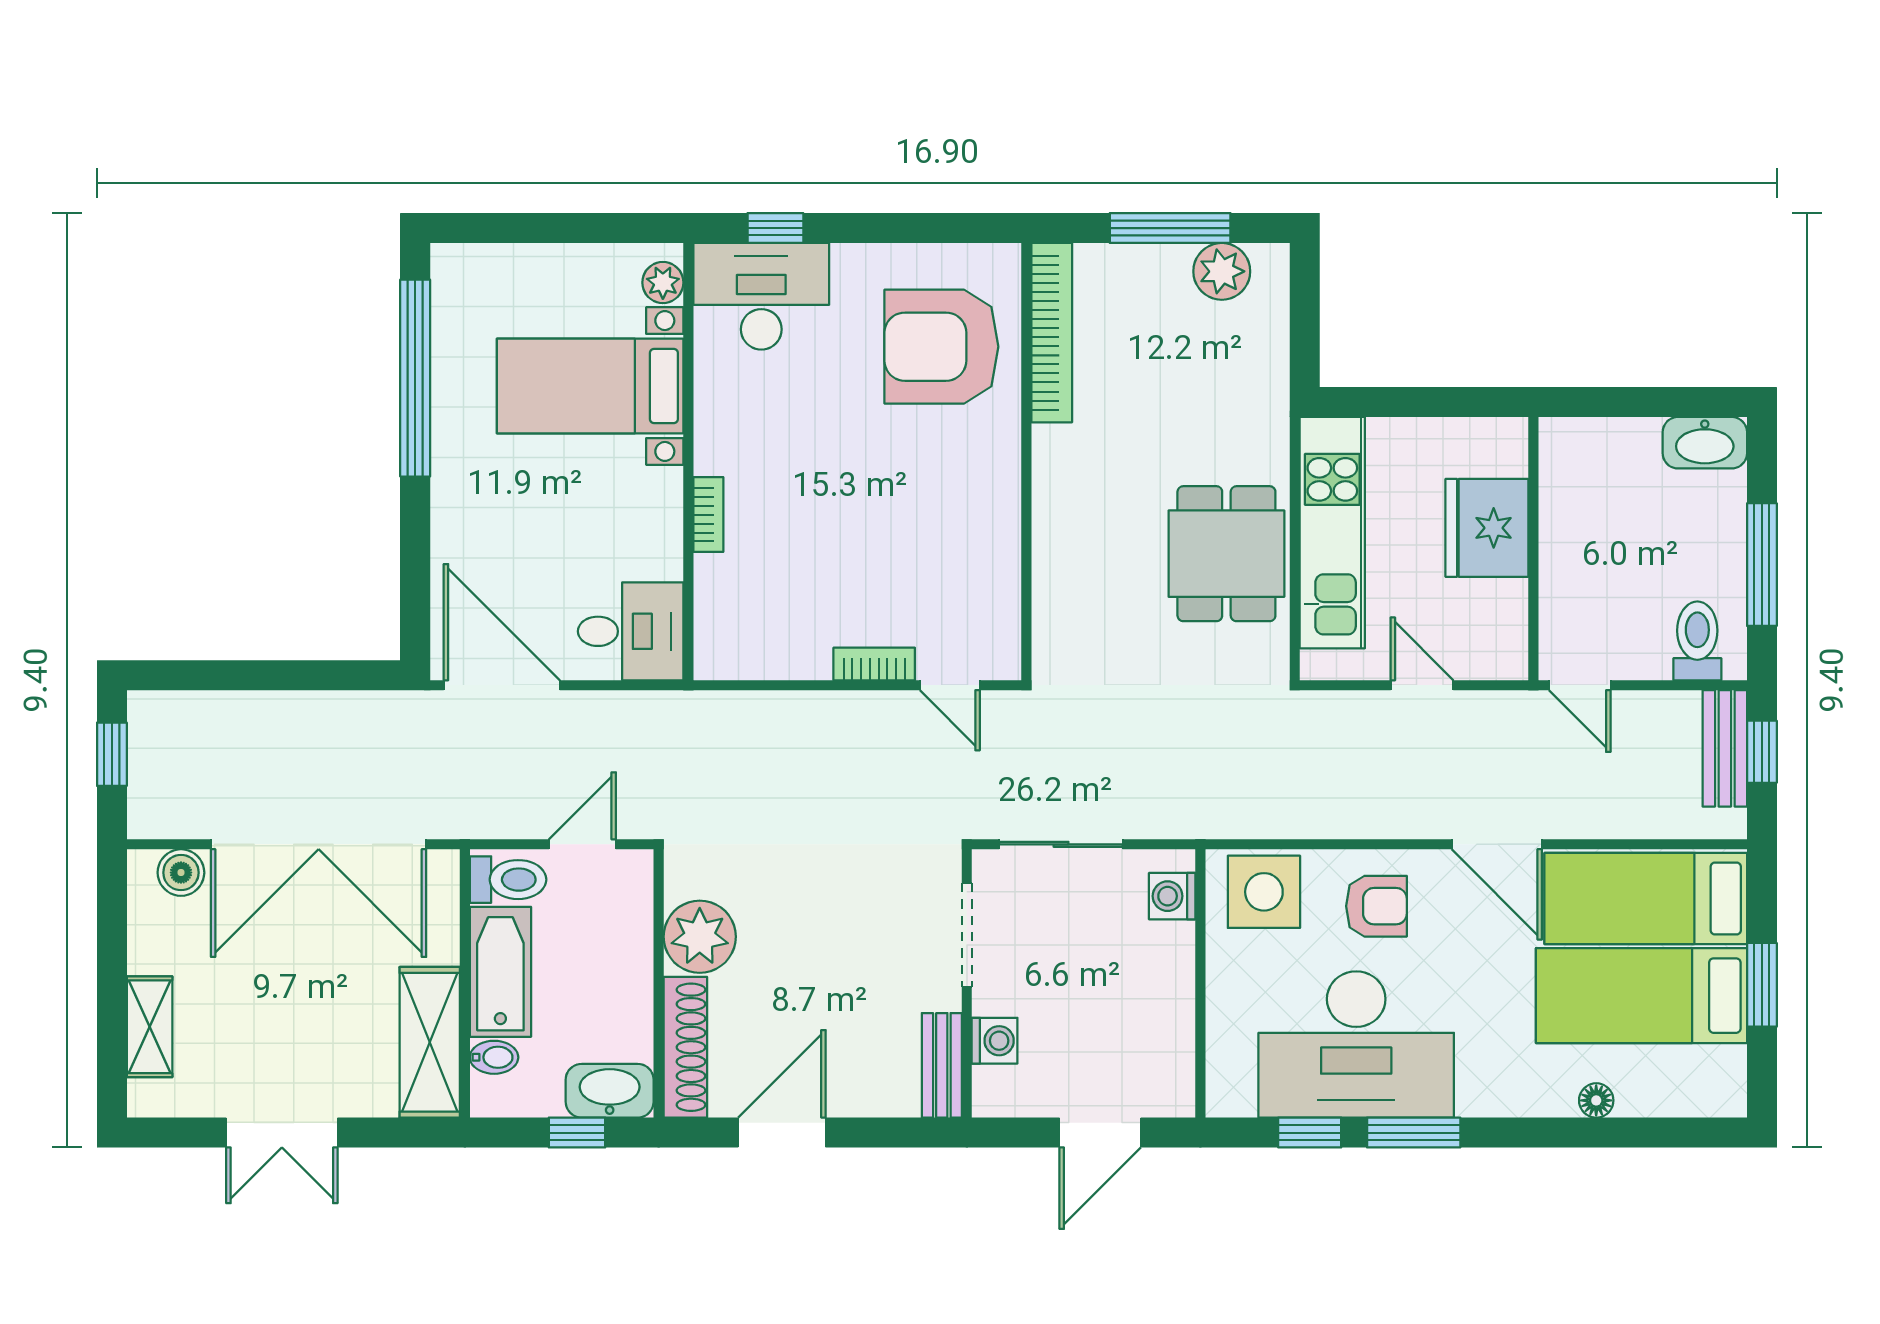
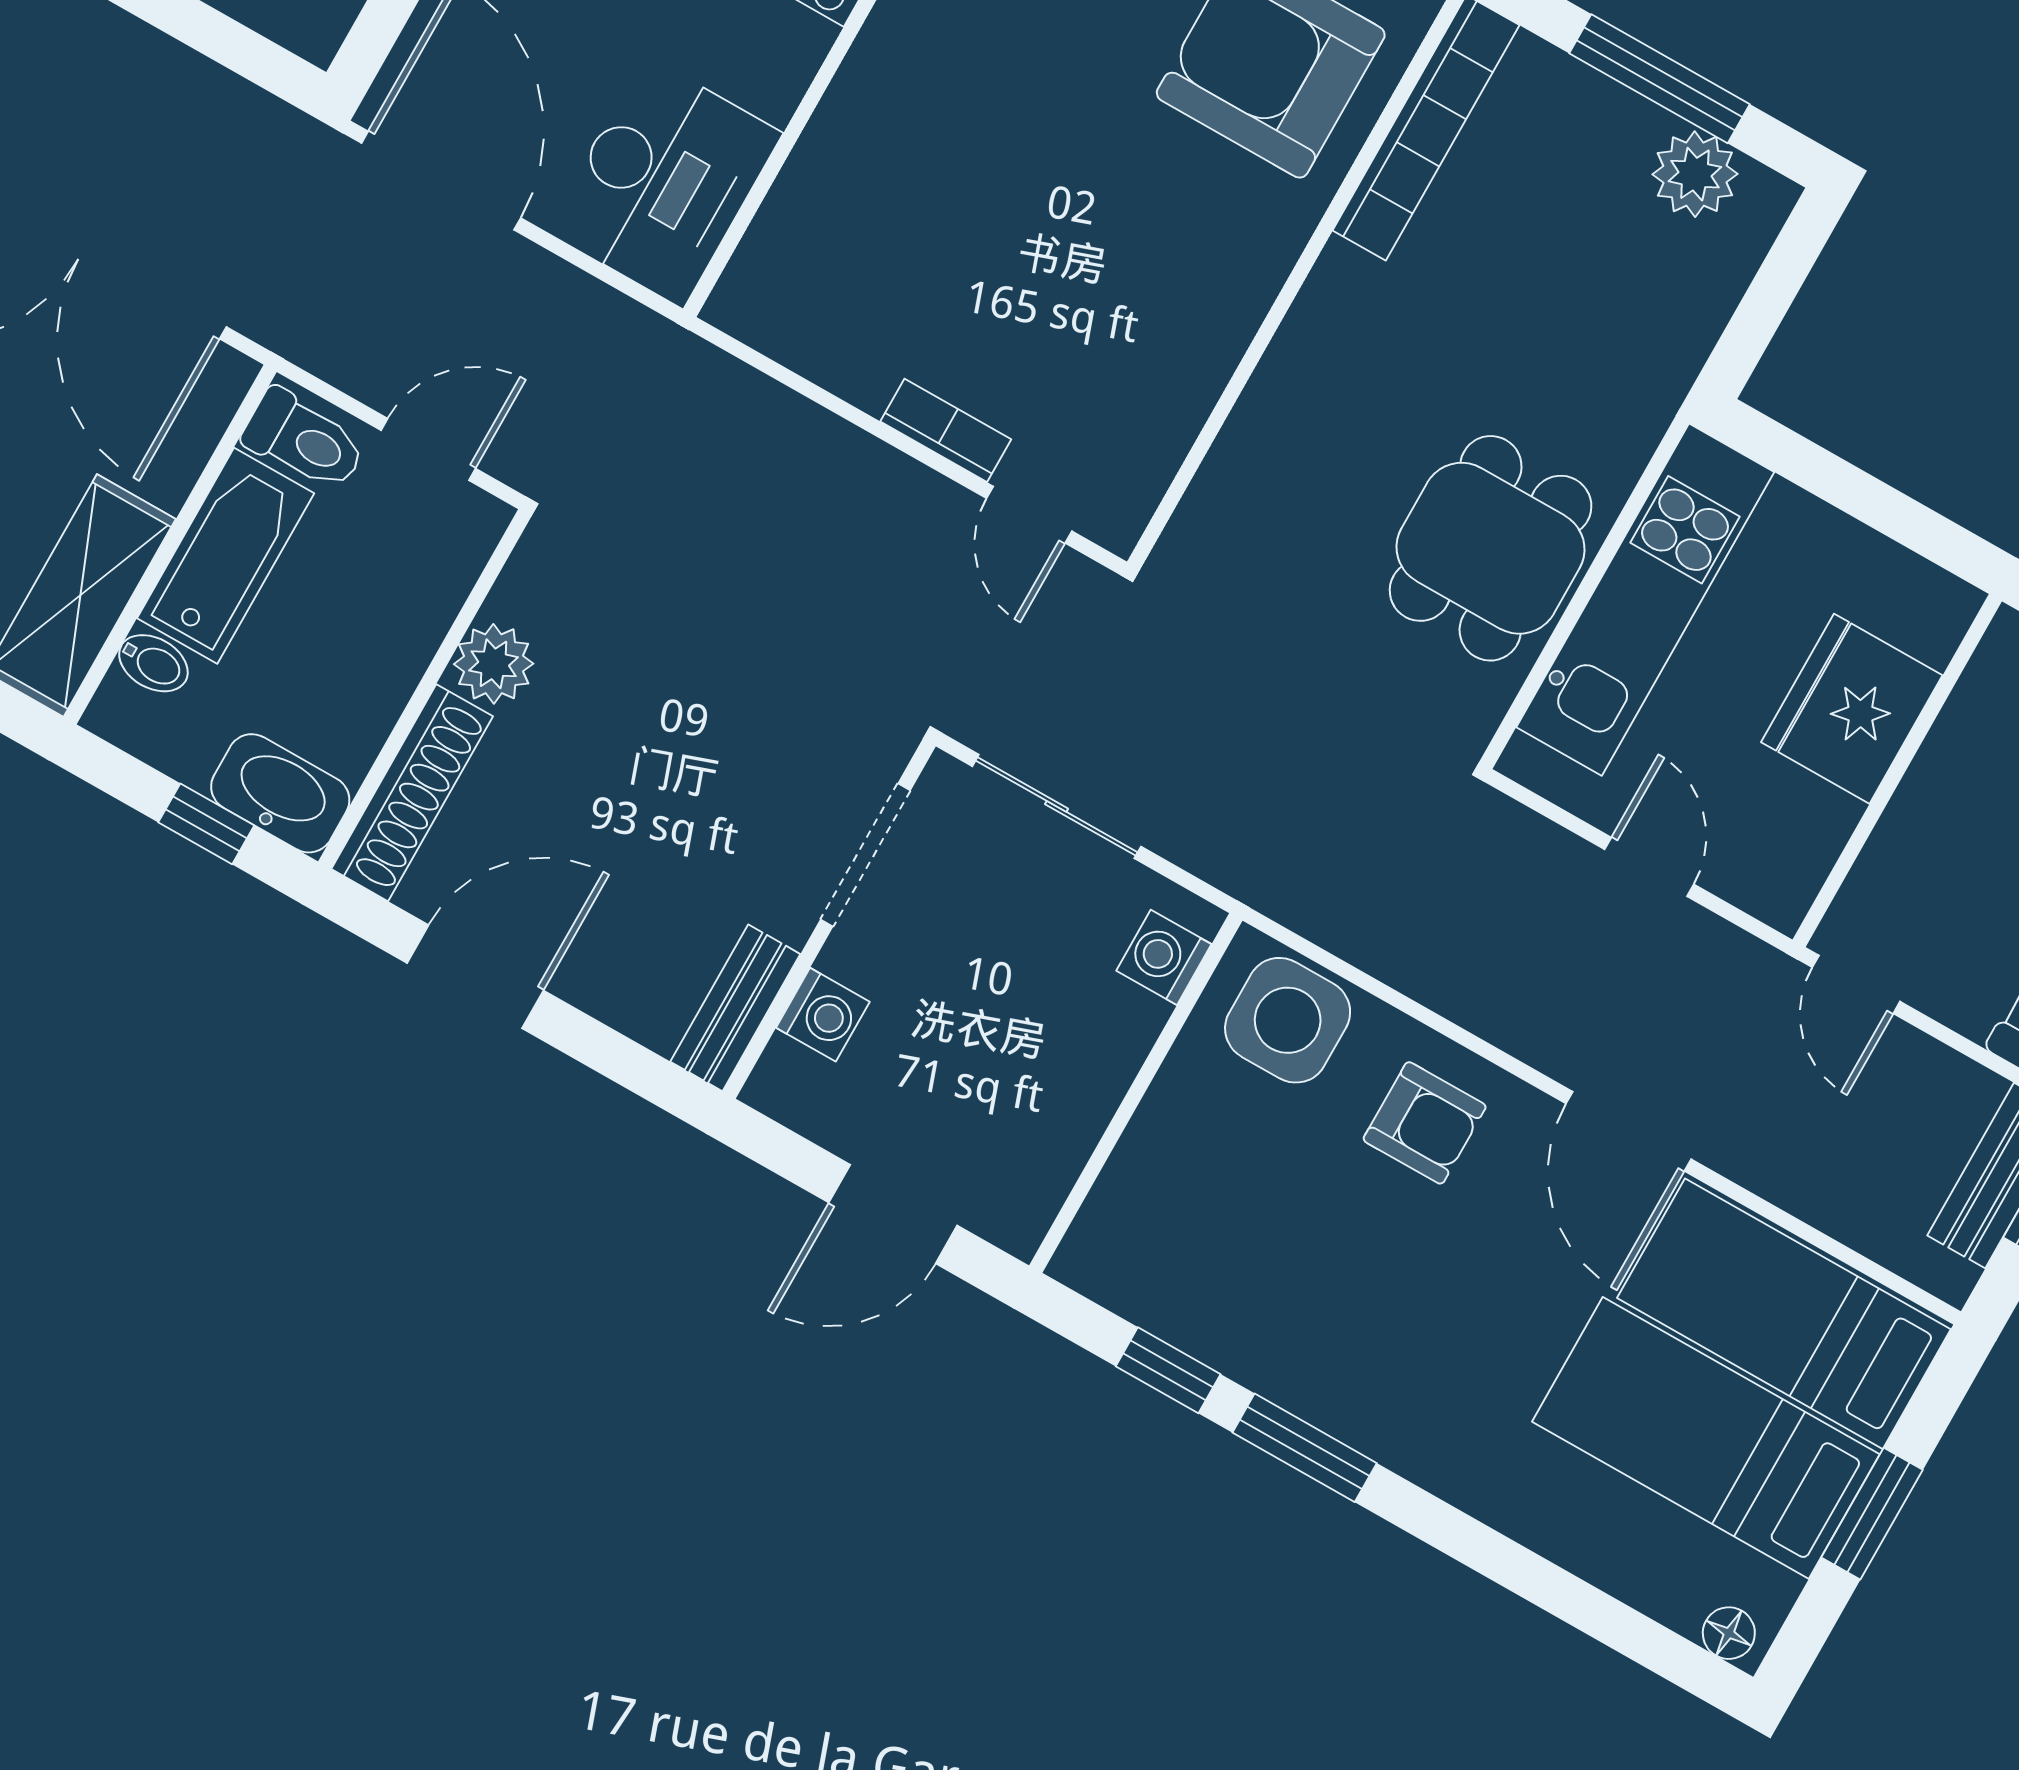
bookcase: (708, 515) -> (840, 111), removed
desk: (631, 631) -> (664, 182), width x1.37
plant: (700, 937) -> (494, 664), width x0.73, depth x0.73
desk: (1356, 1044) -> (1295, 1289), removed
floor lamp: (1596, 1100) -> (1729, 1633), moved

